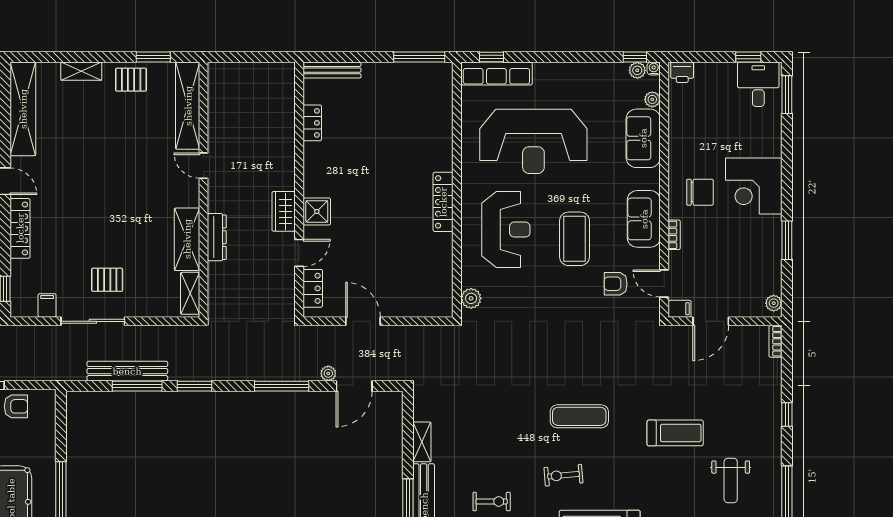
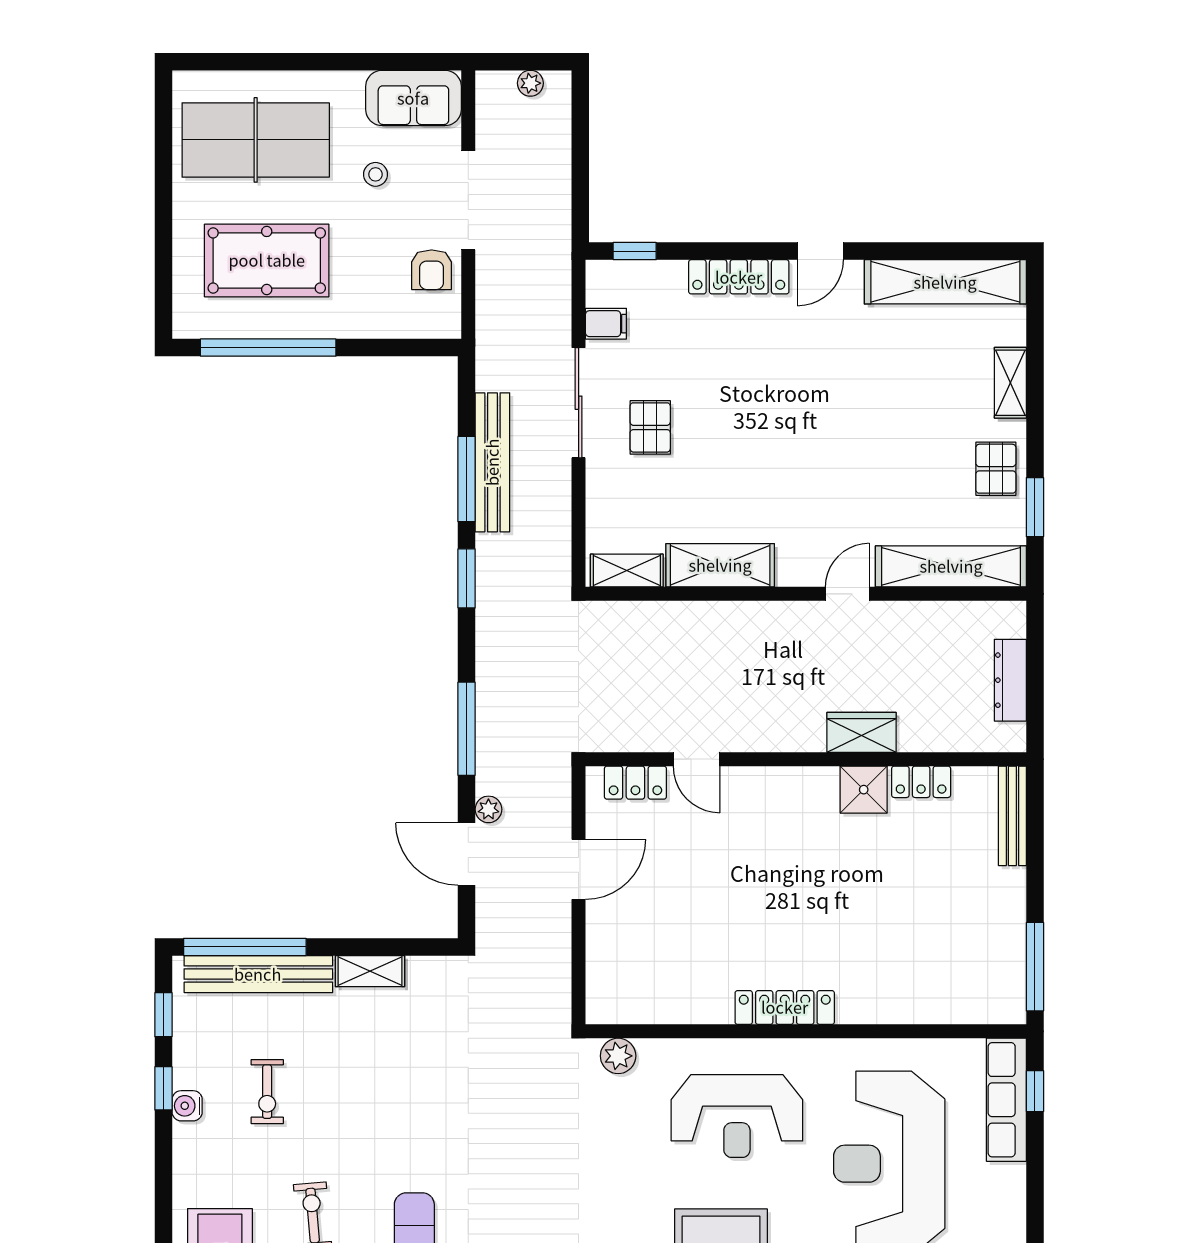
wardrobe: (284, 211) -> (862, 732), moved
shower: (317, 211) -> (864, 790), moved
dresser: (217, 237) -> (1010, 680), moved, turned 90

